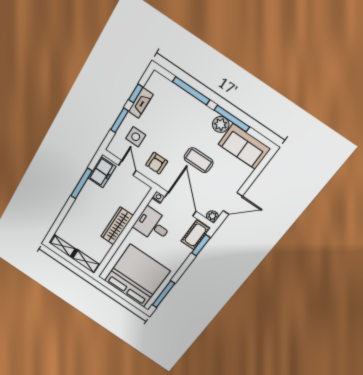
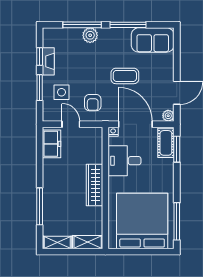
plant: (221, 124) -> (90, 35), moved
window: (81, 183) -> (40, 206), moved

